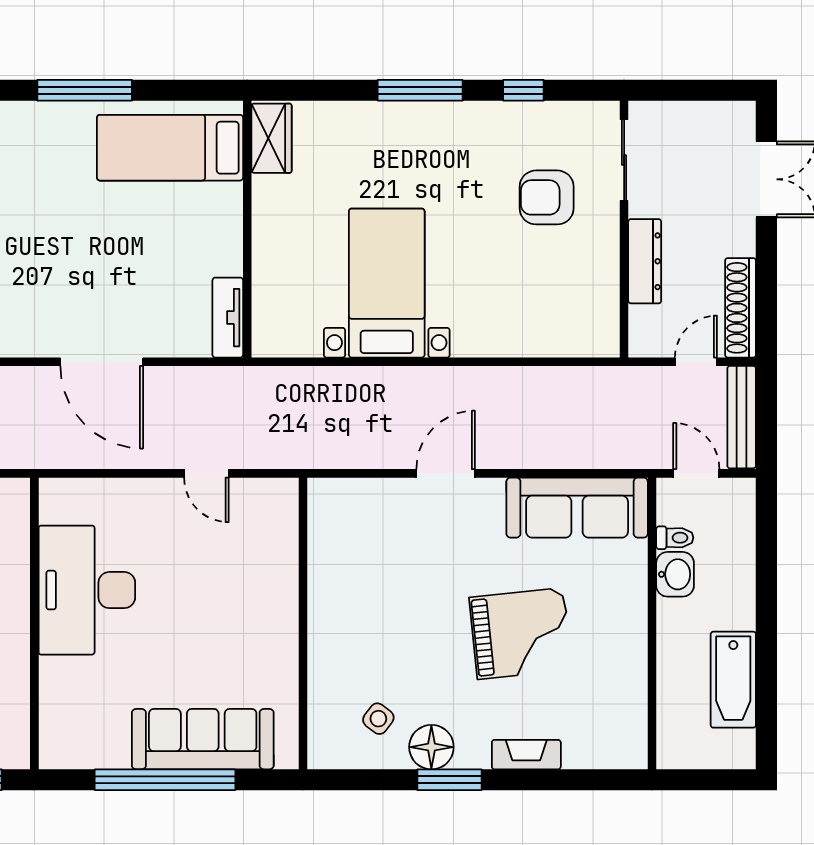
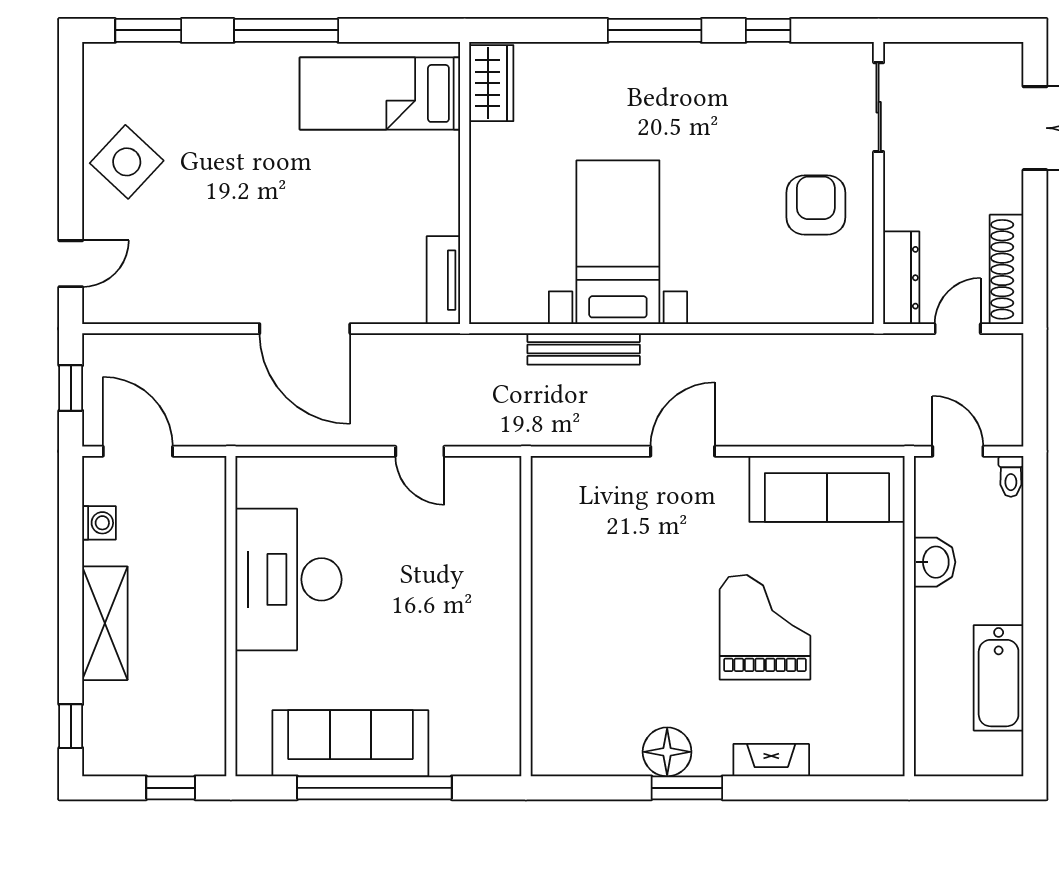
armchair: (547, 197) -> (816, 205), moved, turned 90
dresser: (645, 261) -> (901, 278), moved
bench: (742, 417) -> (584, 349), moved, turned 90
toilet: (675, 538) -> (1011, 476), moved, turned 90
grand piano: (521, 634) -> (765, 627), turned -84
side table: (378, 719) -> (609, 721), removed
sofa: (203, 739) -> (350, 743), moved

